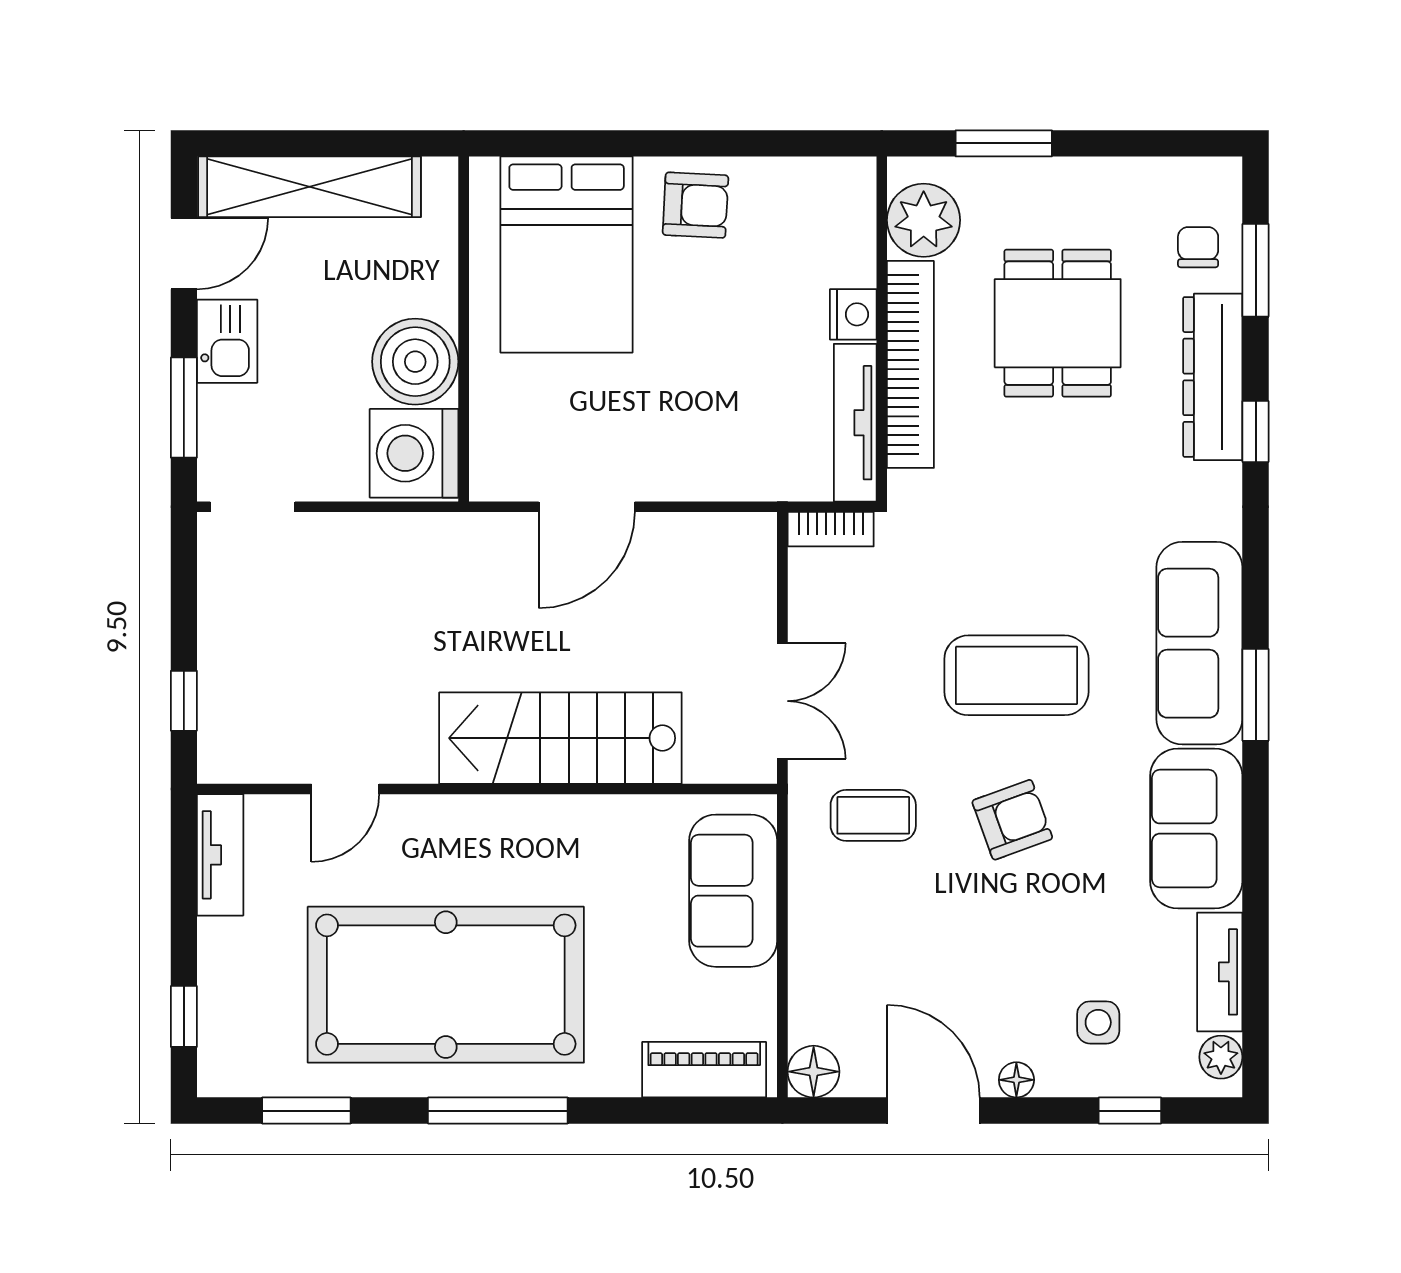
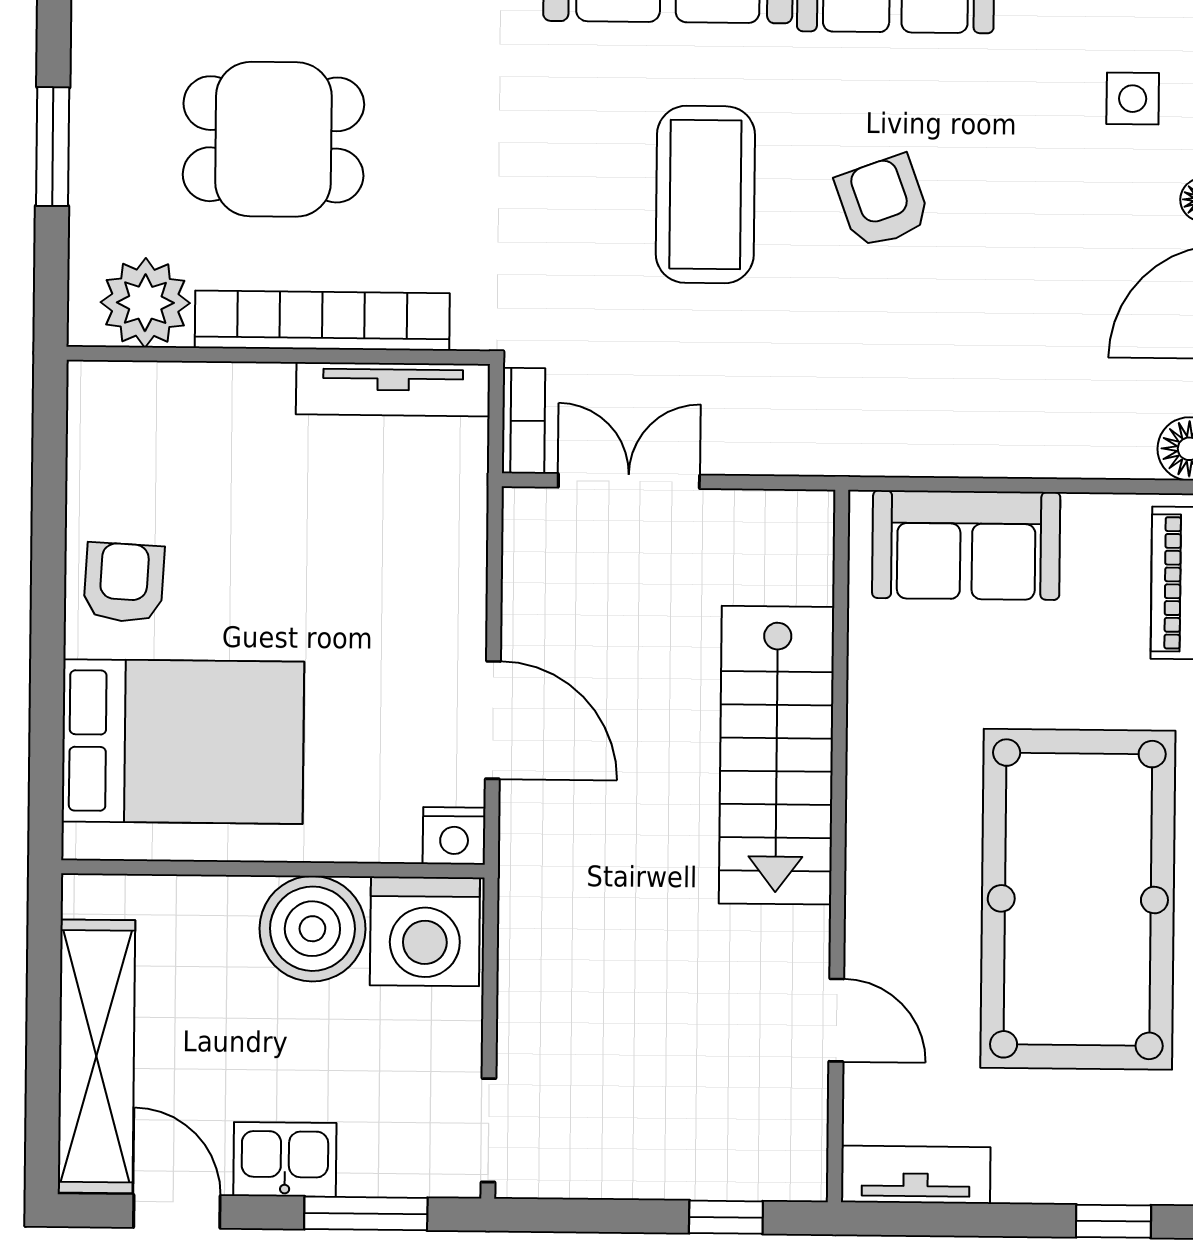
window: (1004, 143) -> (53, 147), moved
nightstand: (853, 314) -> (454, 836), moved, turned 180
double door: (782, 701) -> (629, 481), moved
coffee table: (873, 815) -> (875, 372), removed

